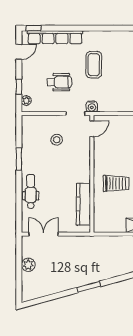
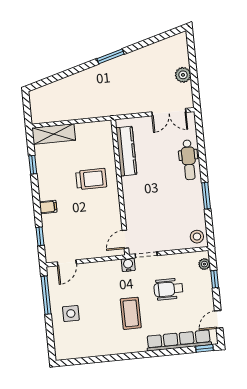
stool: (57, 140) -> (197, 237), moved
trolley: (116, 183) -> (91, 179), turned 180

